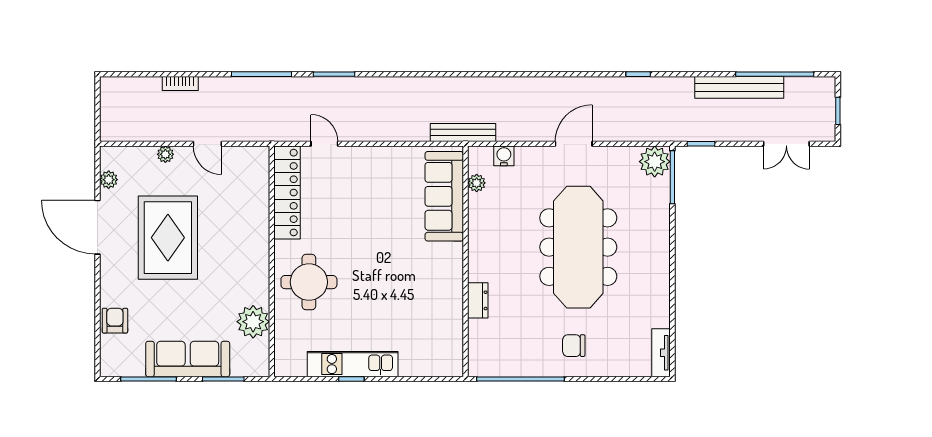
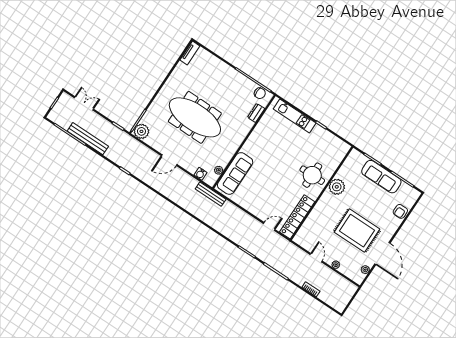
door: (324, 144) -> (269, 226), swing flipped
rug: (168, 238) -> (357, 231), turned 90
meeting table: (578, 247) -> (195, 117), turned 90
dresser: (478, 300) -> (256, 113), moved
plant: (253, 322) -> (337, 187), moved
chair: (574, 346) -> (260, 93), moved
kitchen unit: (353, 364) -> (295, 116), moved

